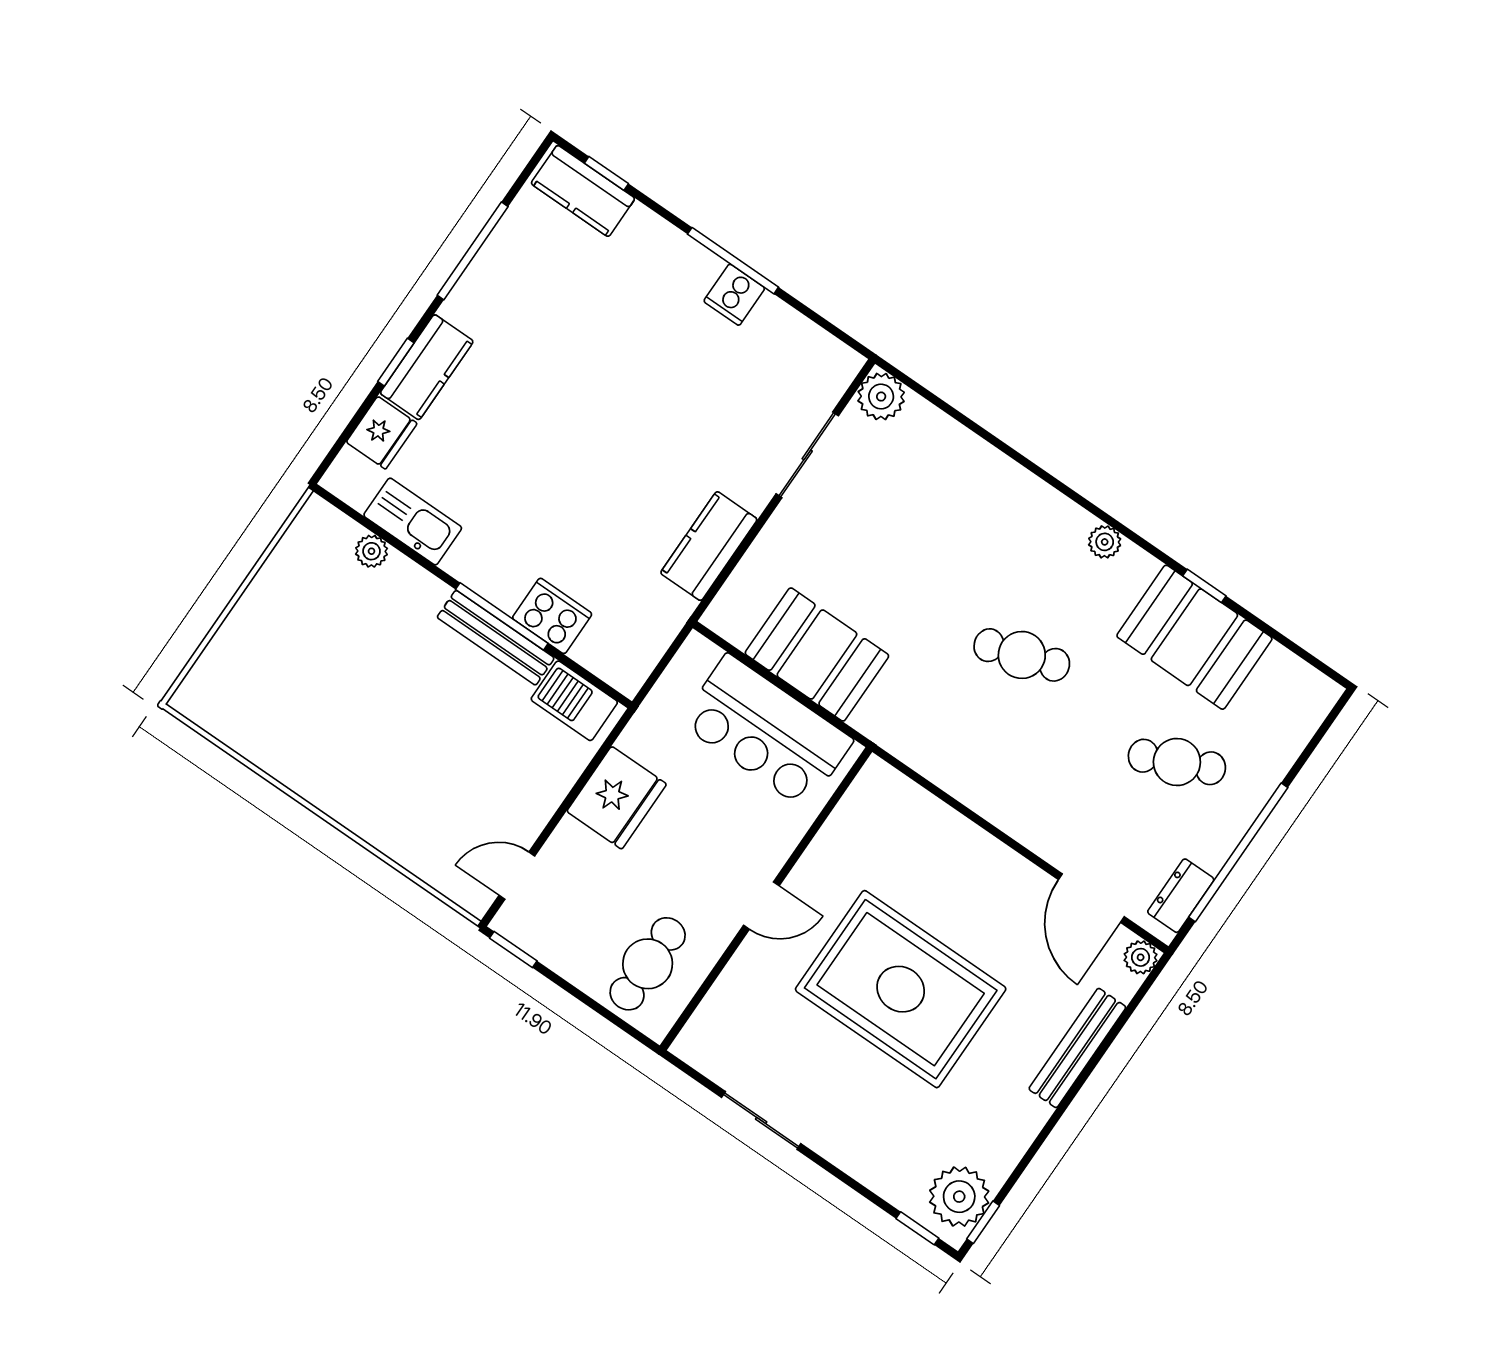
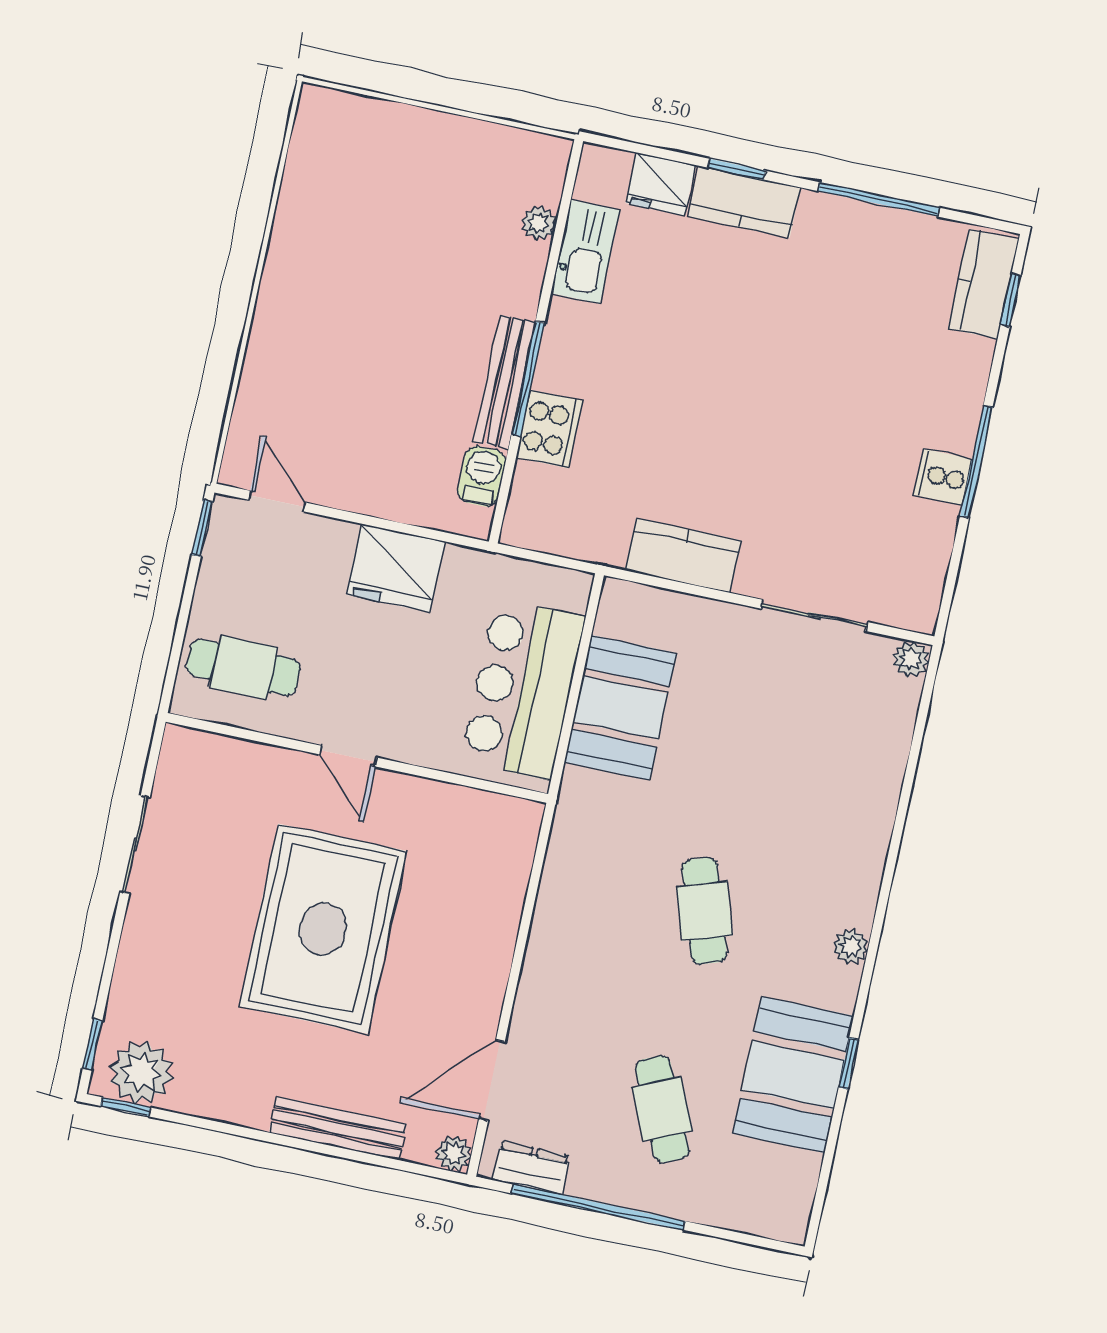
plant: (881, 397) -> (911, 659), width x0.73, depth x0.73
barbecue: (574, 701) -> (482, 476), width x0.73, depth x0.79

